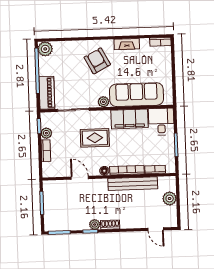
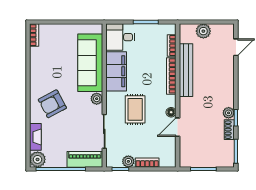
fireplace: (127, 44) -> (35, 137), moved
floor lamp: (104, 171) -> (171, 112), moved
shoe rack: (110, 225) -> (229, 130), moved

